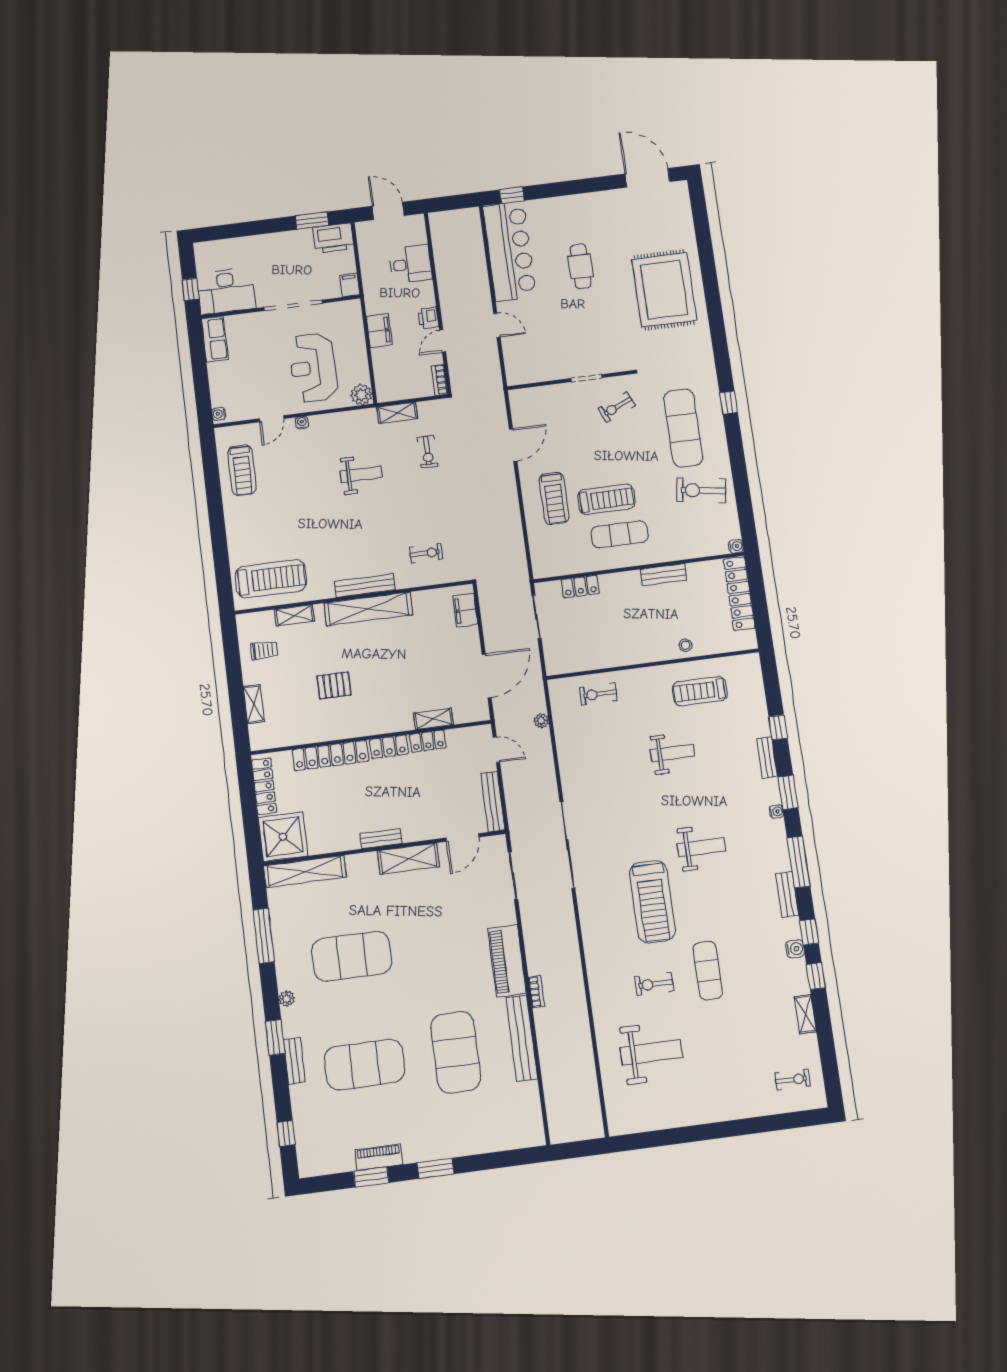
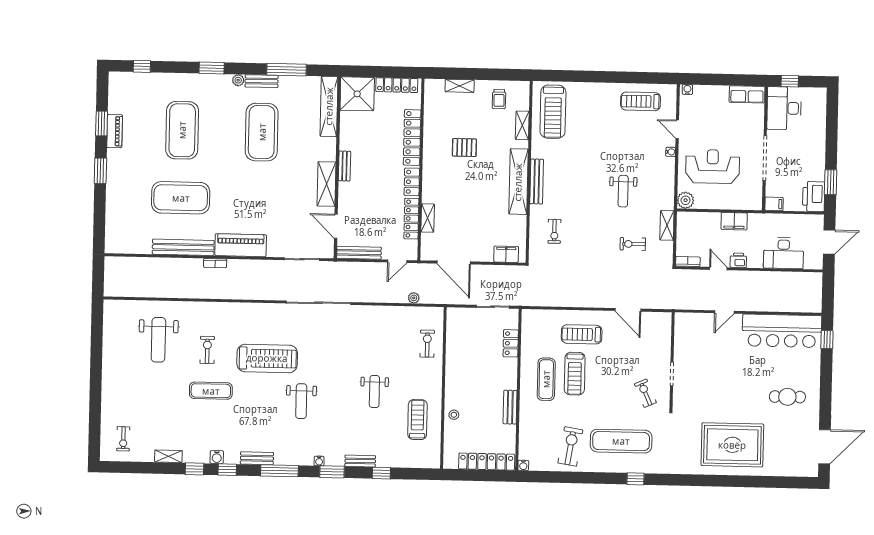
desk: (411, 264) -> (784, 253), width x1.37
cafe table: (581, 266) -> (787, 397), moved
pallet: (334, 685) -> (464, 148), turned 90
locker: (428, 741) -> (411, 219), width x1.53
treadmill: (652, 902) -> (267, 358), turned 180
bench: (294, 1061) -> (262, 81), moved

